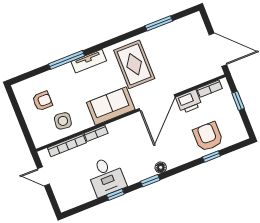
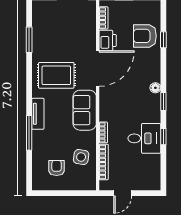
door: (157, 103) -> (98, 69), hinge flipped

